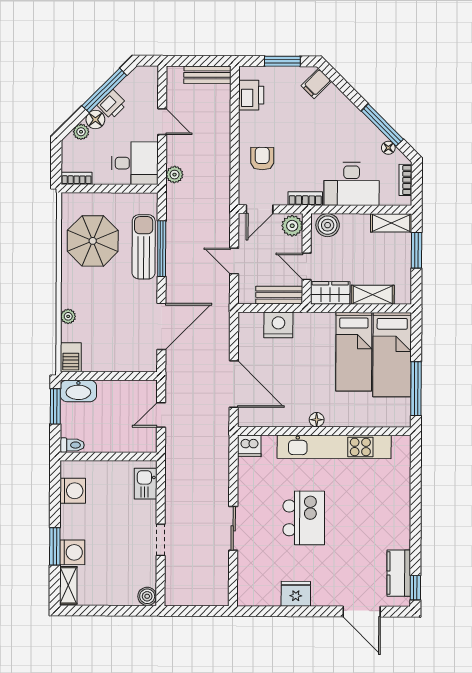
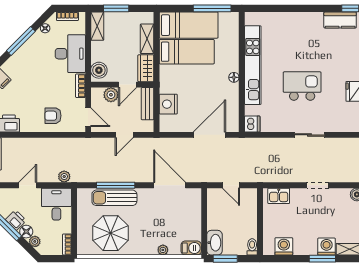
window: (382, 125) -> (21, 41), moved
plant: (292, 226) -> (111, 95), moved

